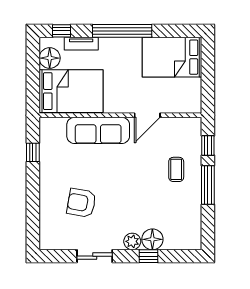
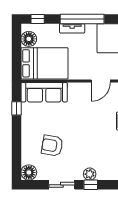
tv unit: (81, 44) -> (72, 28), moved
sofa: (98, 130) -> (44, 92), moved
floor lamp: (152, 239) -> (29, 172), moved
window: (149, 256) -> (91, 185), moved

